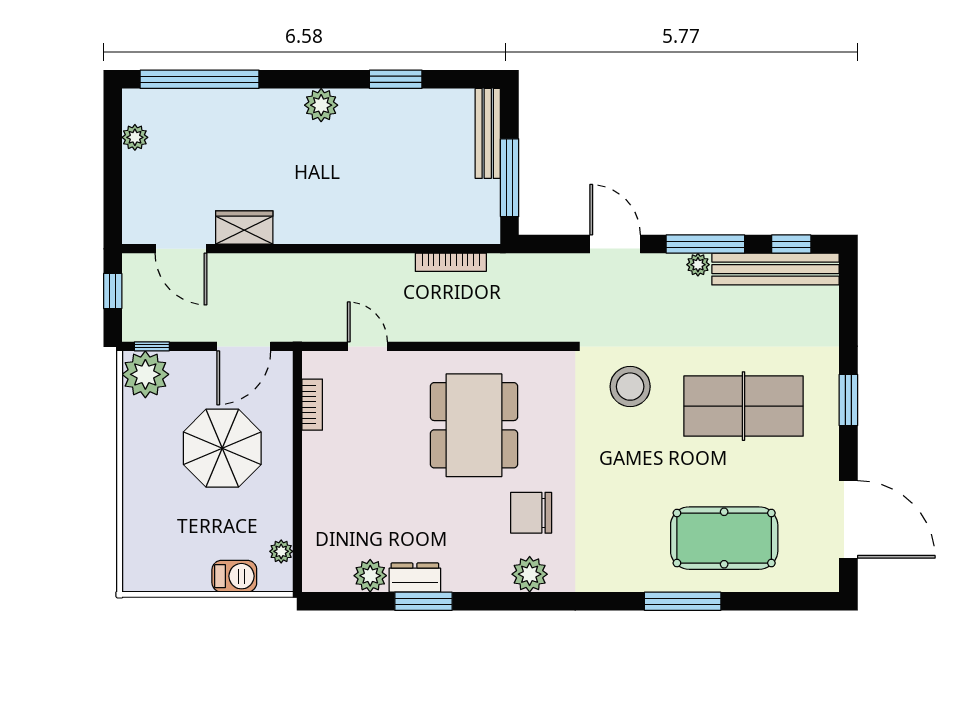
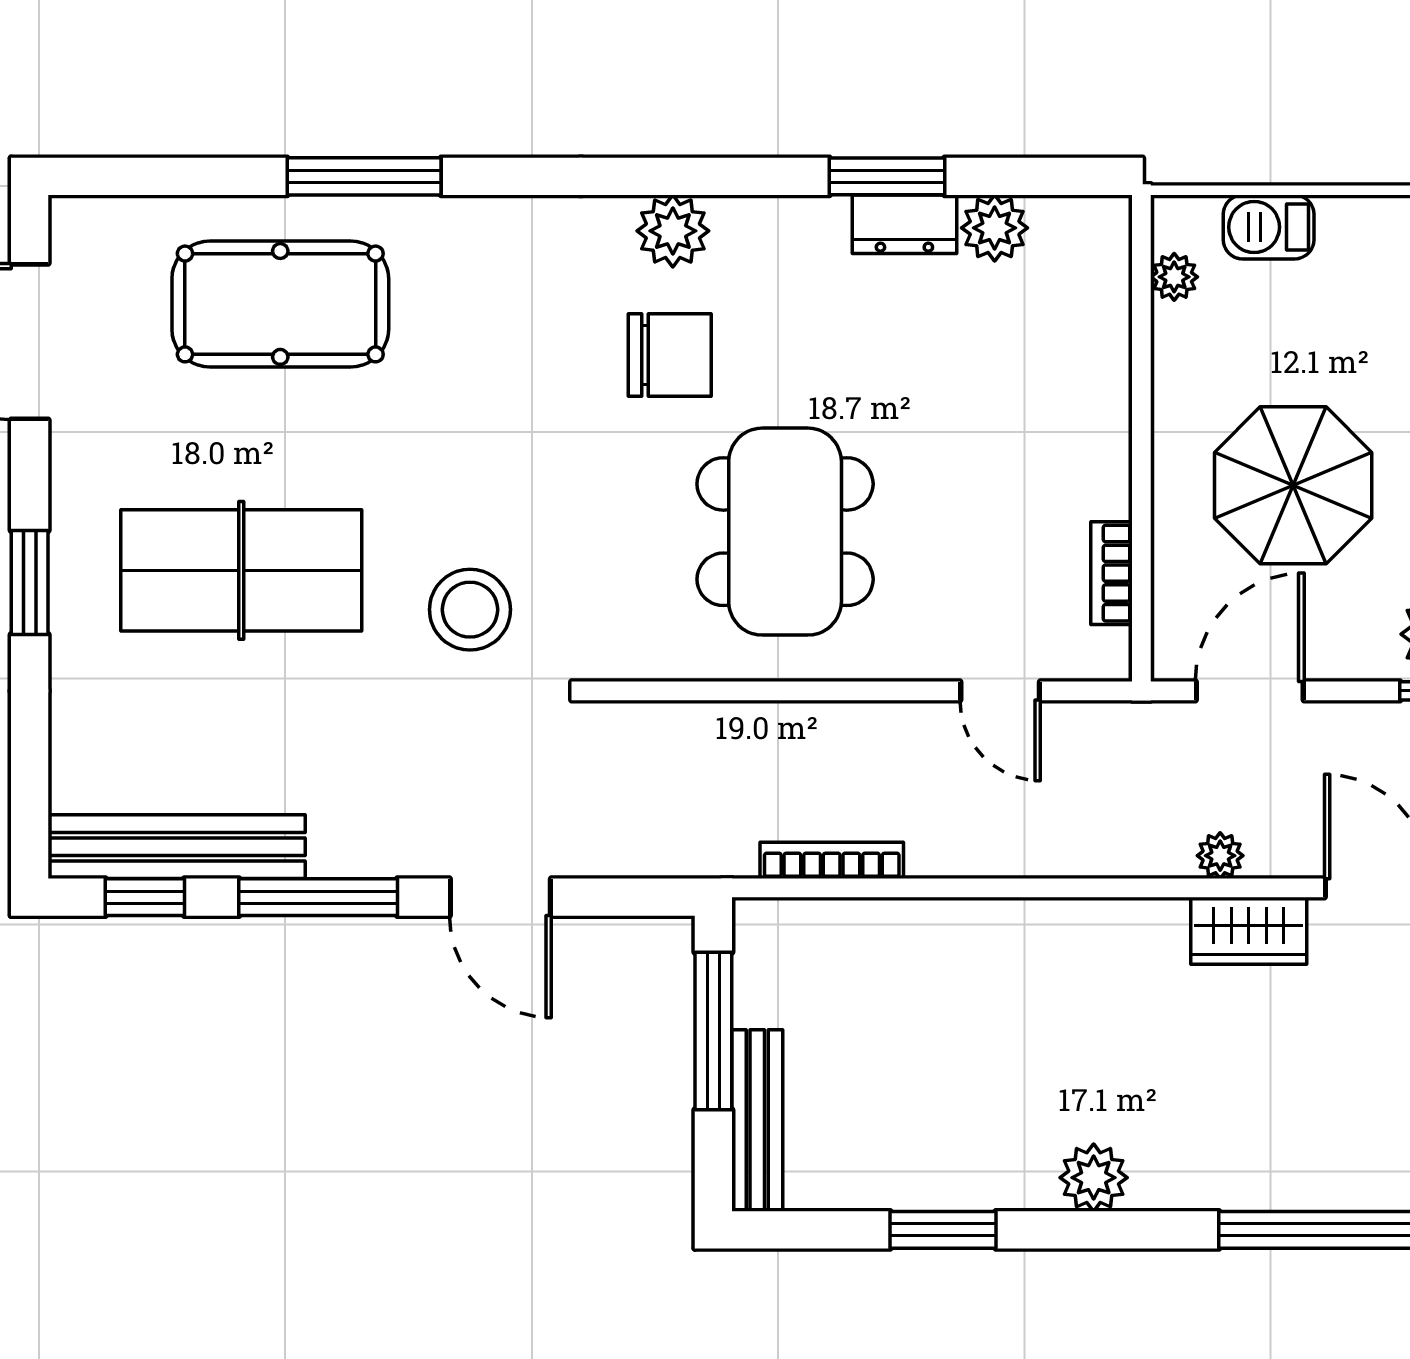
plant: (698, 265) -> (1220, 856), moved

